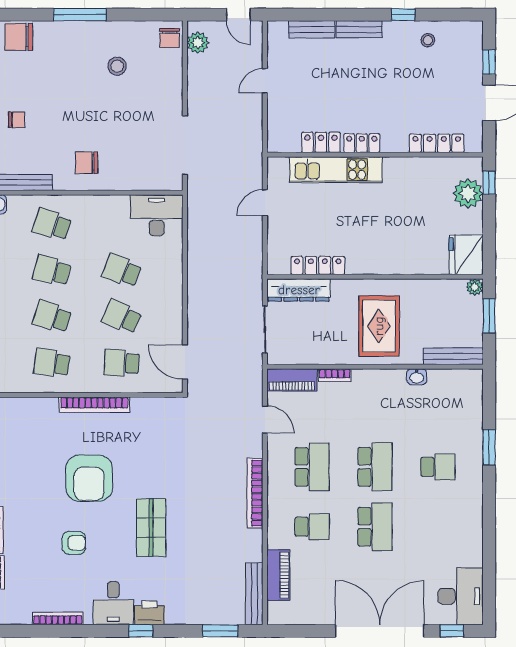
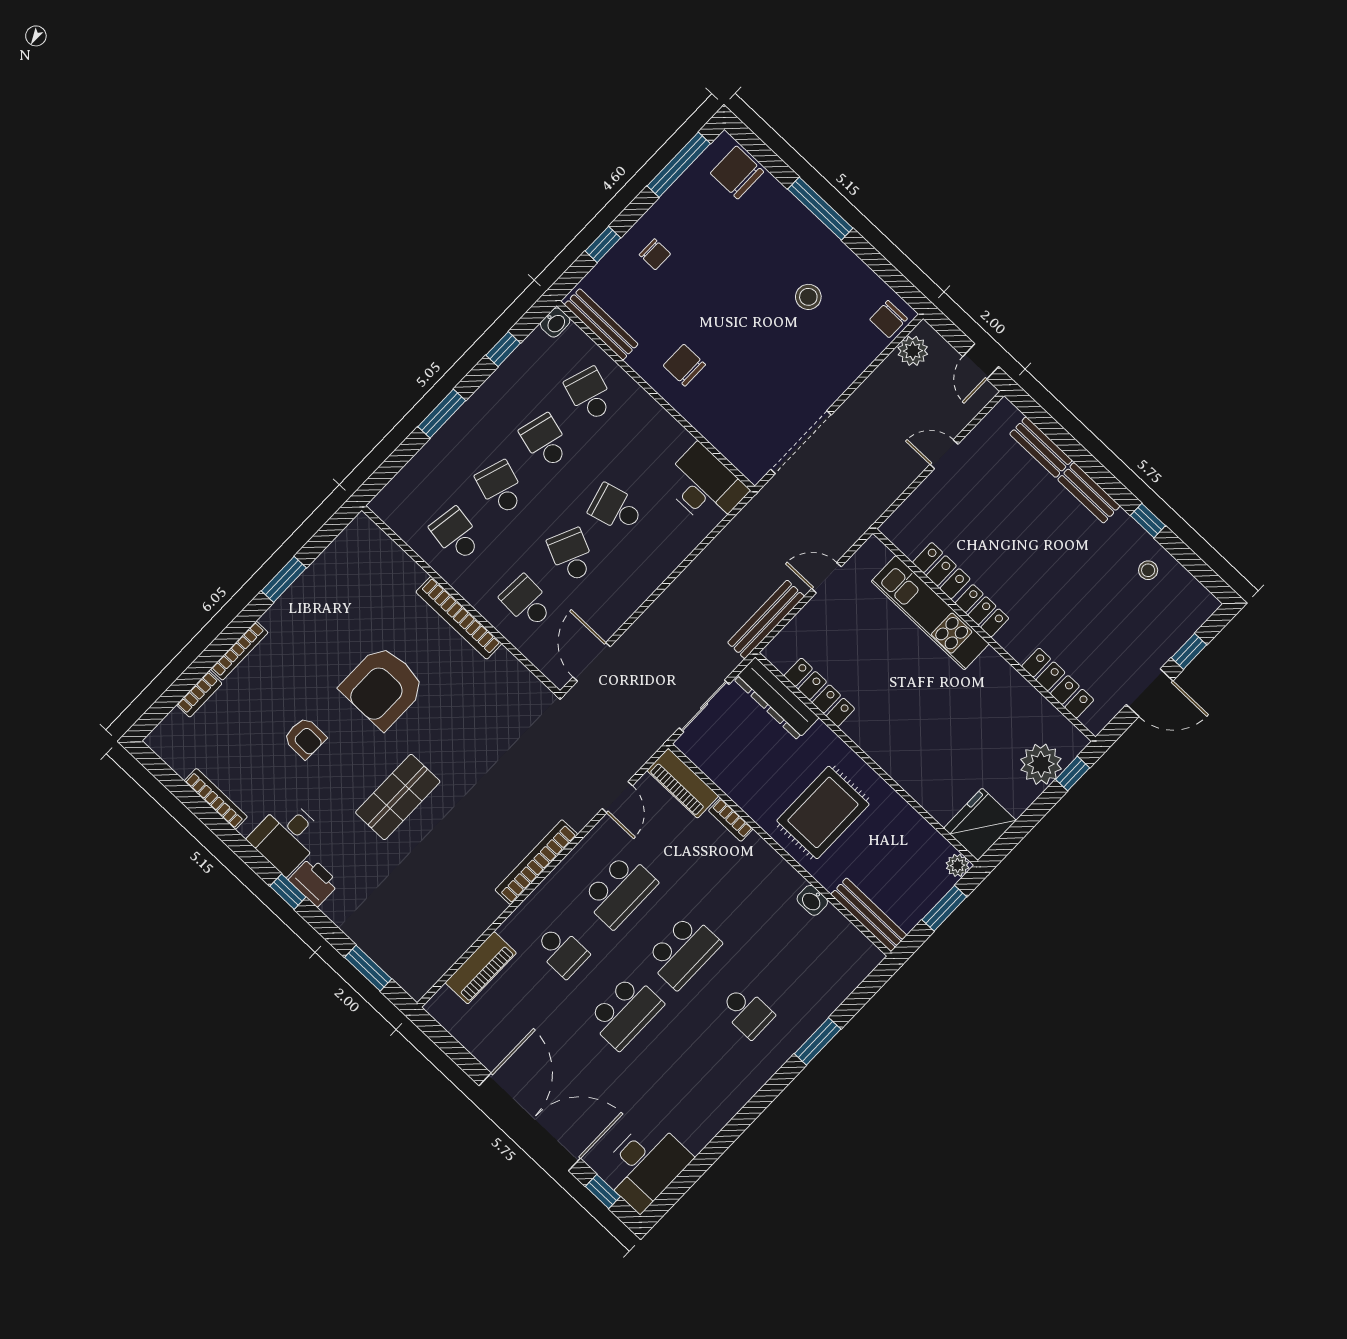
school desk: (122, 271) -> (616, 508), turned -36
bench: (254, 594) -> (766, 619), moved

